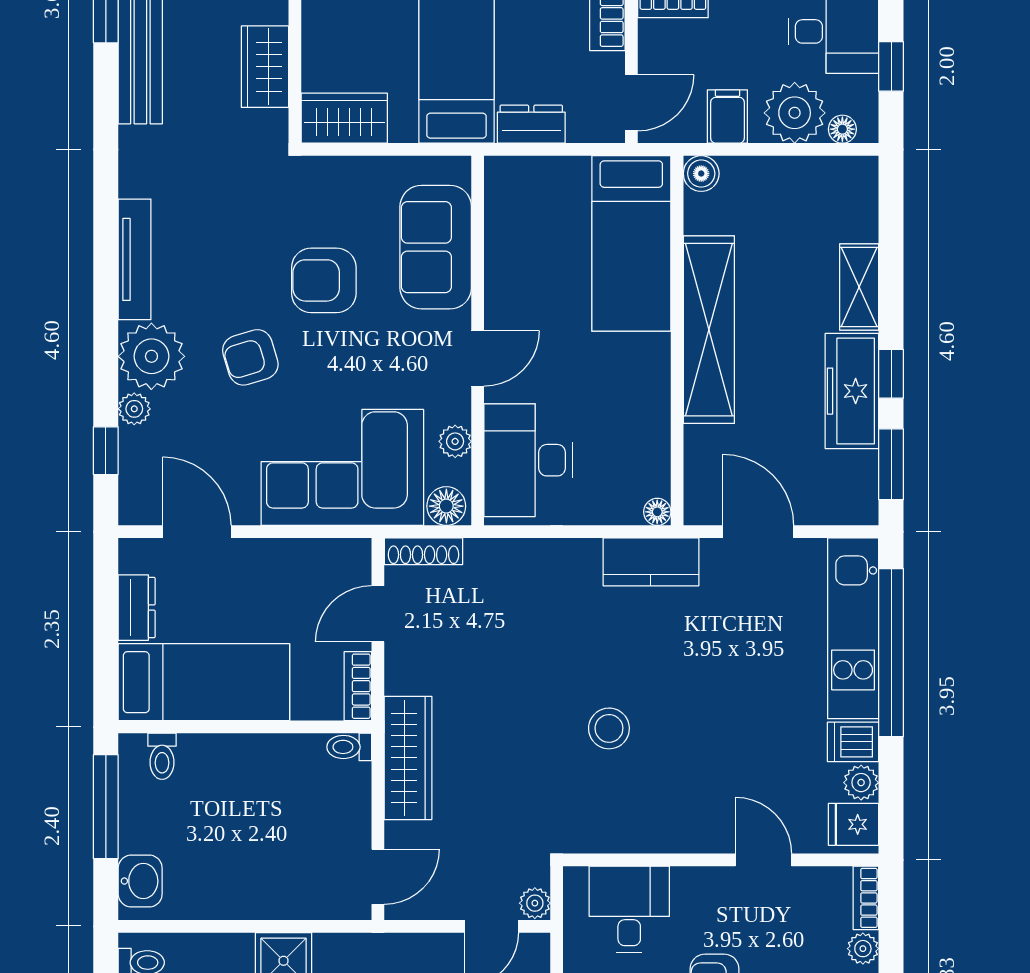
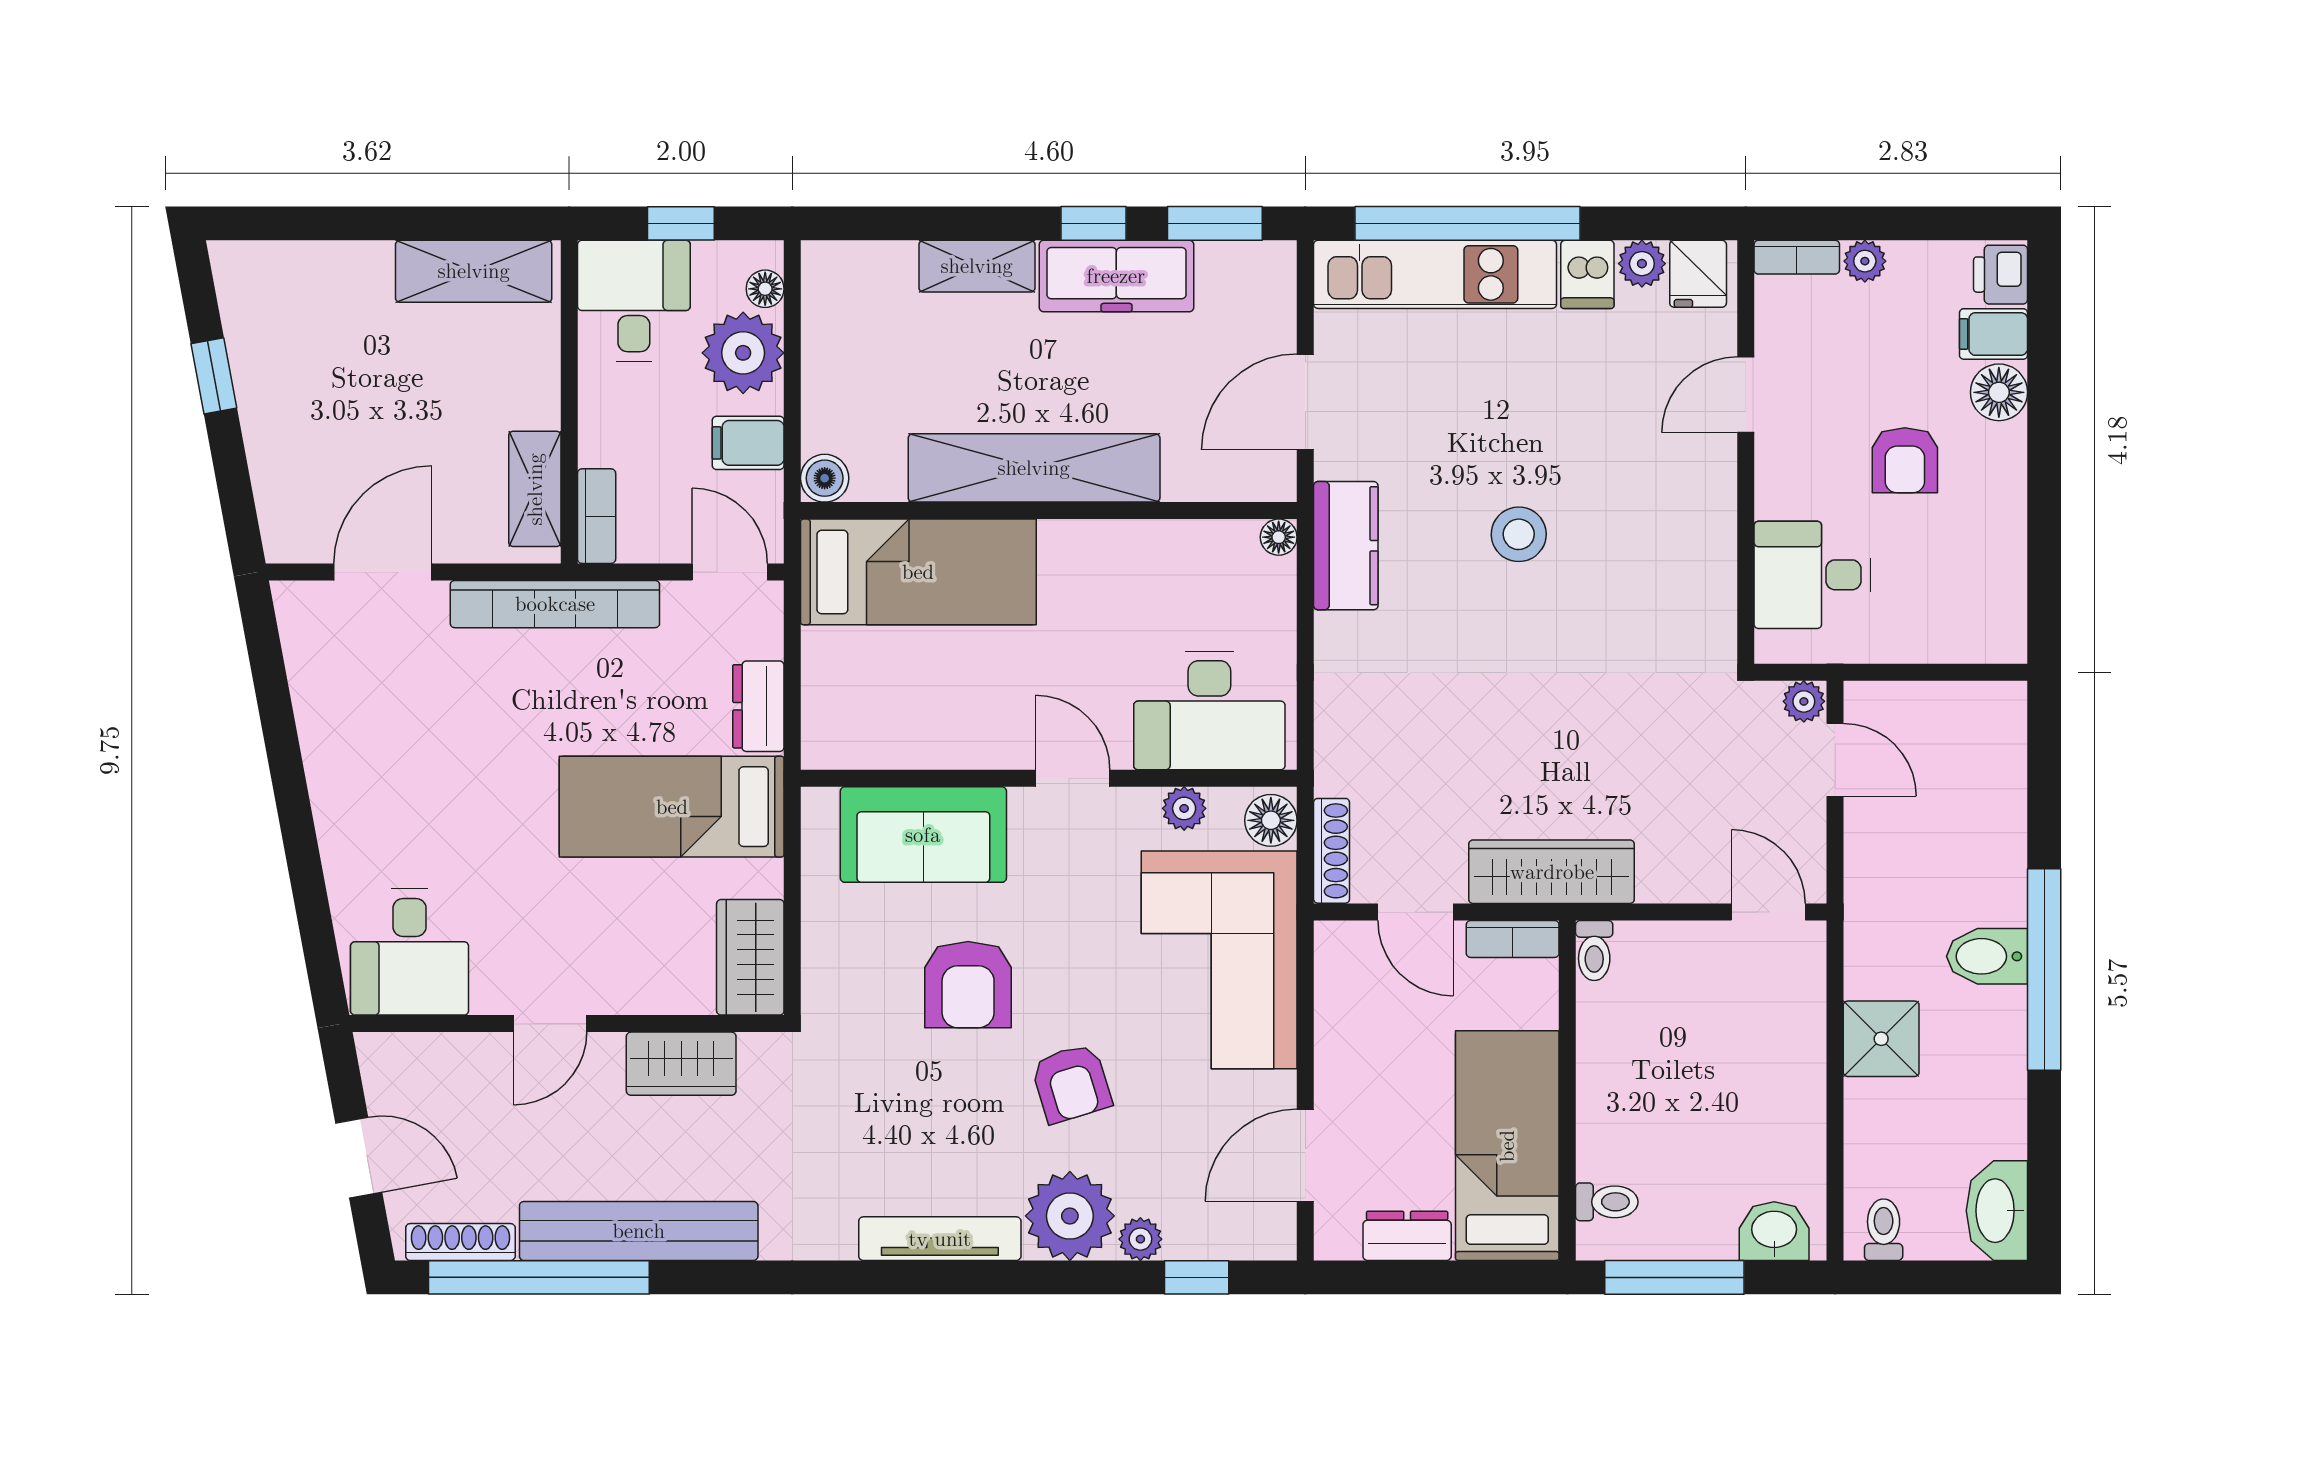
stool: (609, 728) -> (1519, 534), moved
wardrobe: (408, 758) -> (1552, 872), moved

